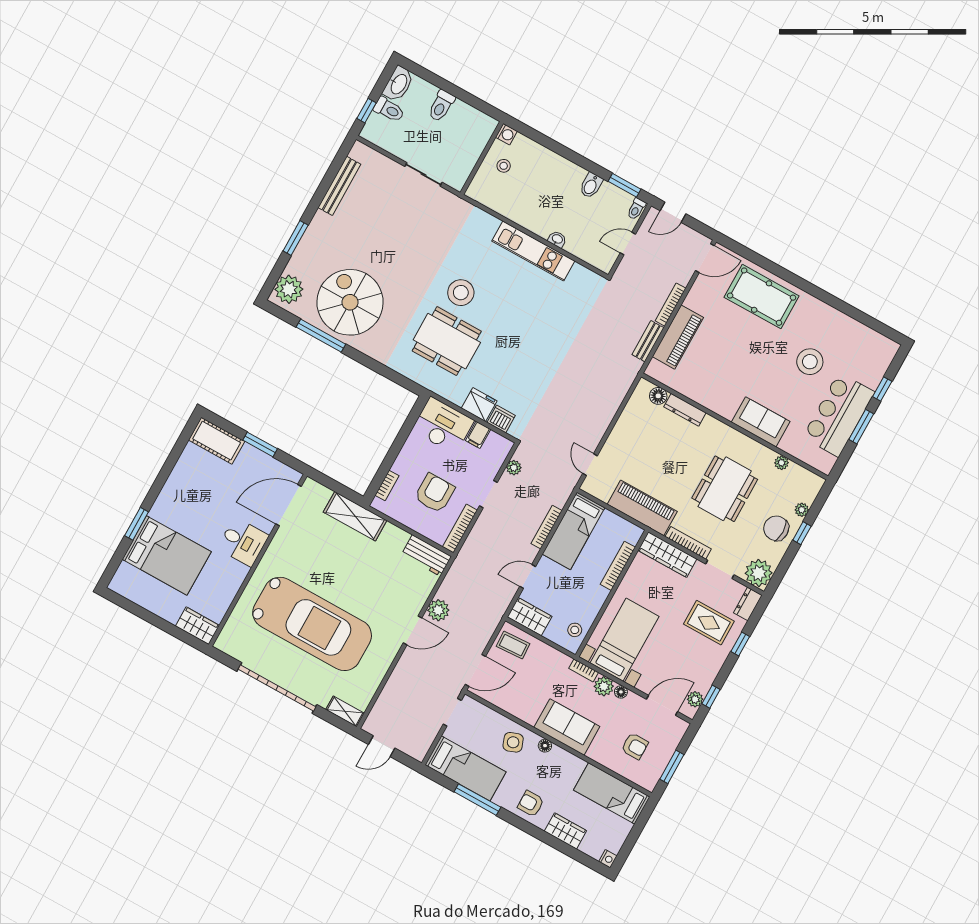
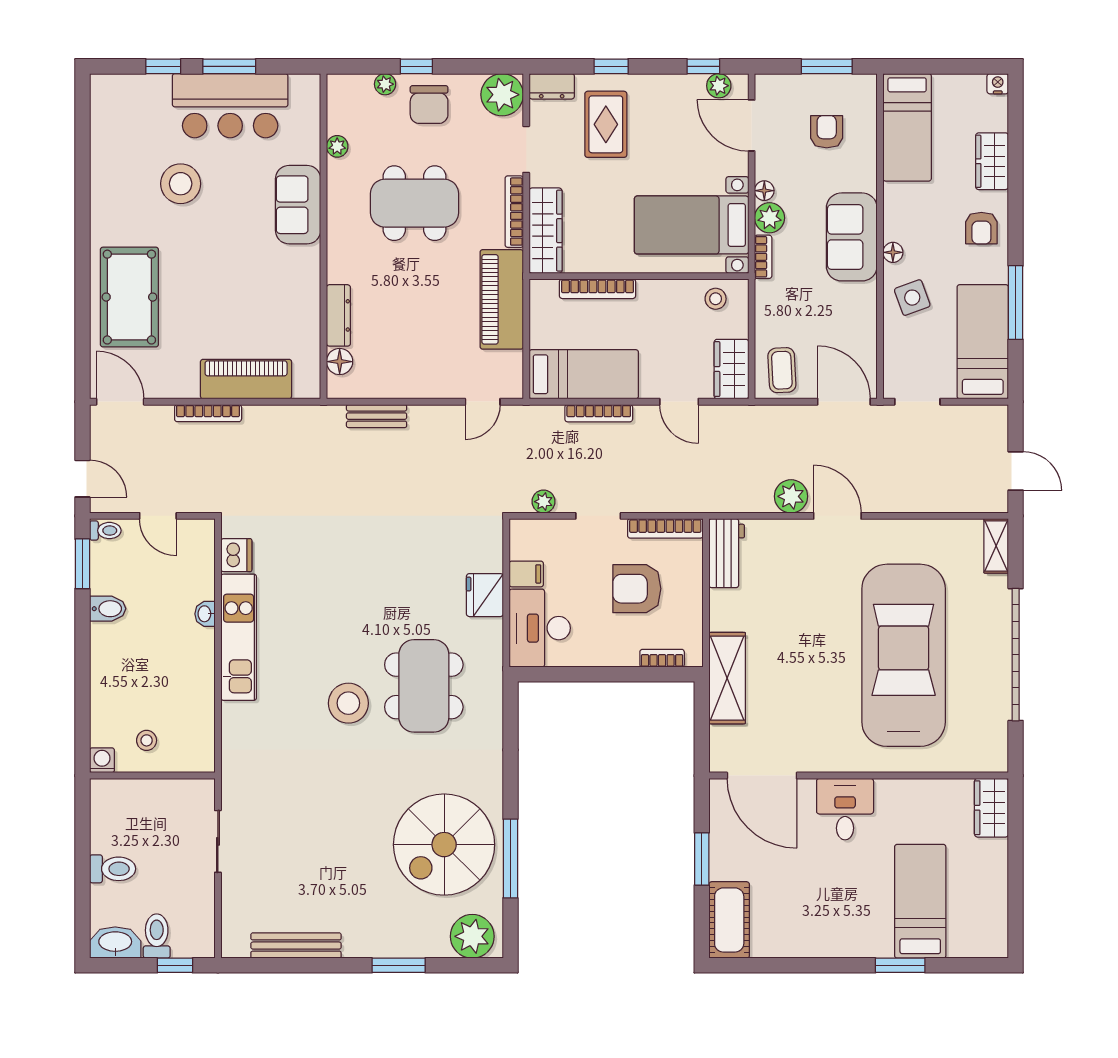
bench: (648, 341) -> (377, 416), moved
dishwasher: (501, 419) -> (236, 555), moved, turned 180
bed: (167, 555) -> (920, 901), width x0.67

